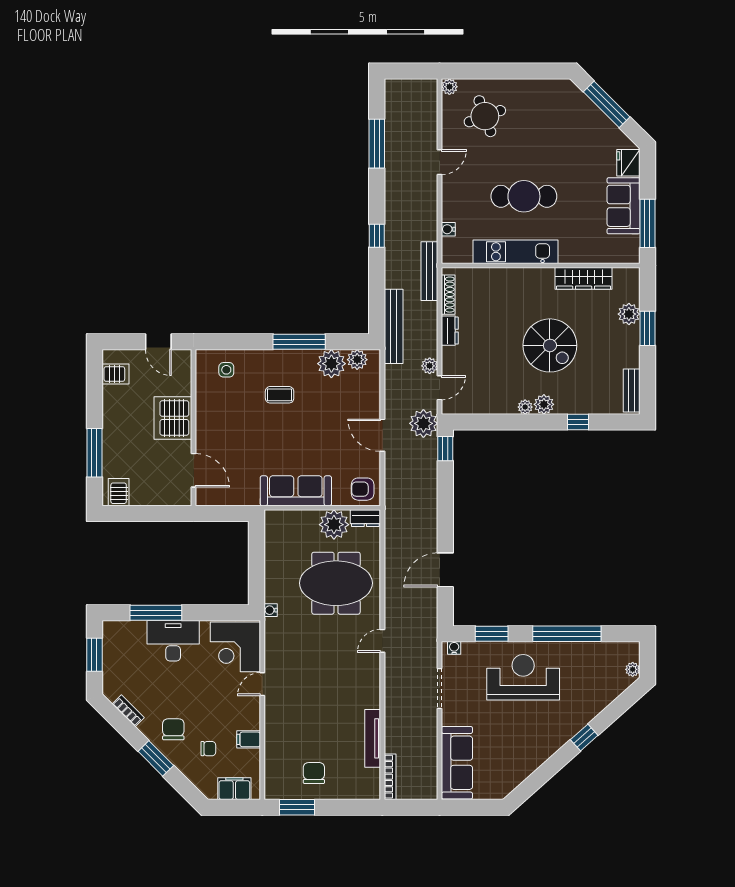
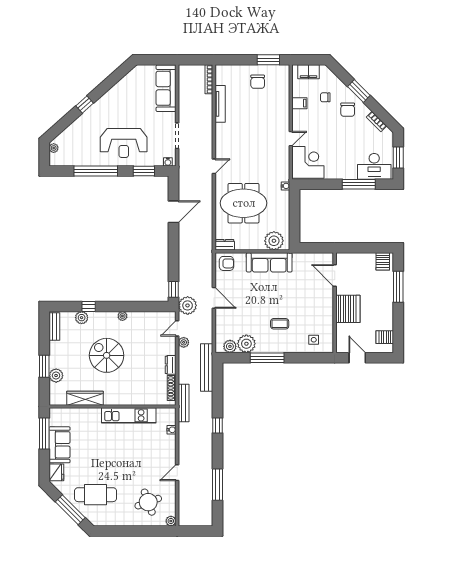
cafe table: (524, 196) -> (96, 495), moved
plant: (544, 404) -> (82, 318), moved
plant: (334, 525) -> (274, 241), moved
desk: (173, 641) -> (374, 166), moved

